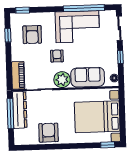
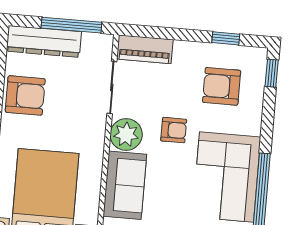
dresser: (20, 110) -> (44, 41), moved

